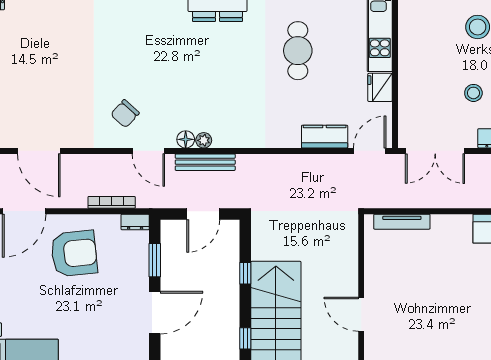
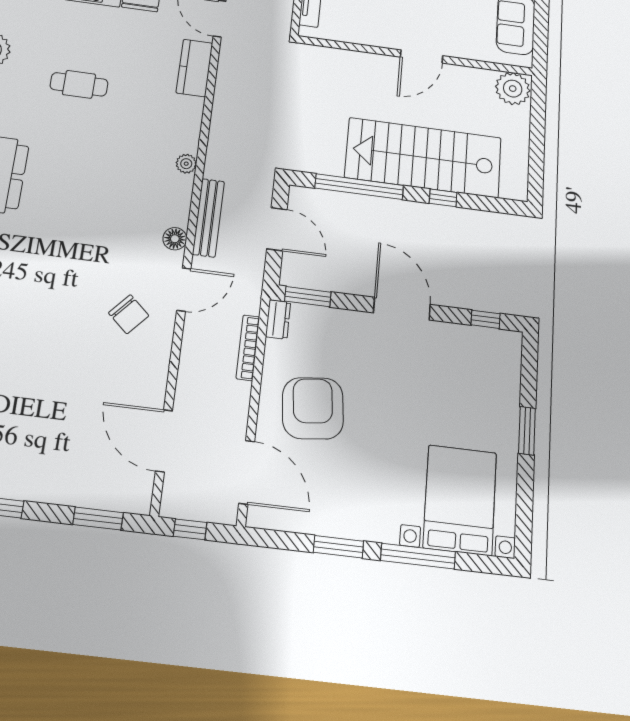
cafe table: (298, 51) -> (79, 84), width x0.73, depth x0.74
plant: (204, 140) -> (186, 164), moved
door: (39, 151) -> (164, 441), swing flipped
window: (155, 260) -> (308, 297), moved
window: (245, 273) -> (359, 187), width x3.17

